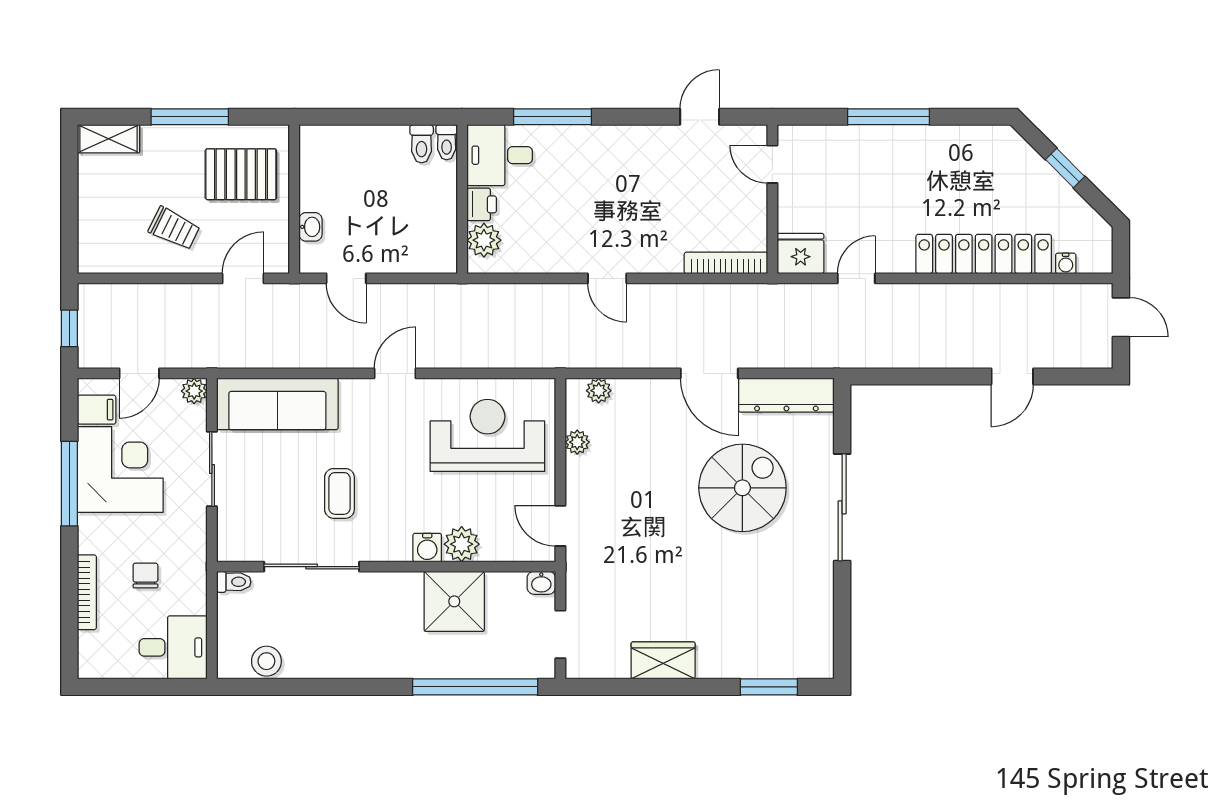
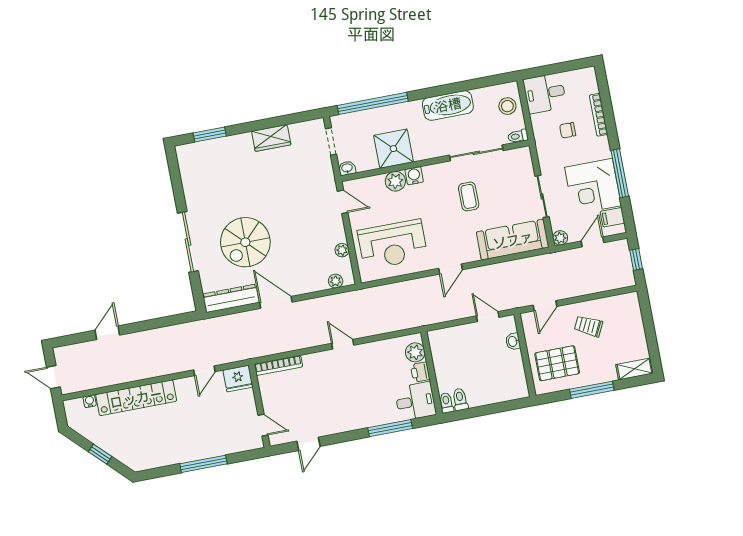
chair: (145, 576) -> (568, 130), turned 90
bathtub: (345, 658) -> (448, 105), added
stool: (266, 661) -> (507, 106), moved

